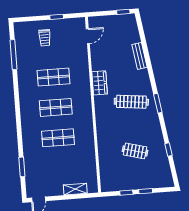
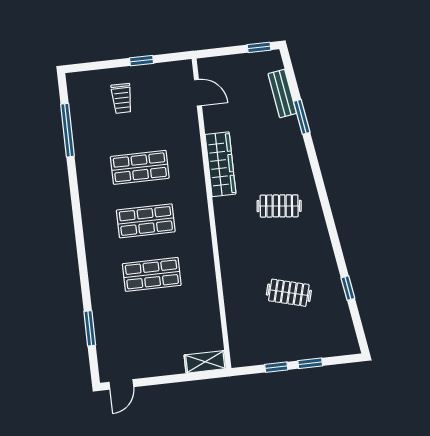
door: (88, 36) -> (198, 93), hinge flipped
bench: (140, 56) -> (282, 93), moved
wardrobe: (100, 83) -> (221, 164), width x1.50
clothes rail: (131, 102) -> (279, 206), width x0.73
window: (158, 103) -> (302, 117), moved
shelving: (75, 189) -> (205, 362), moved

